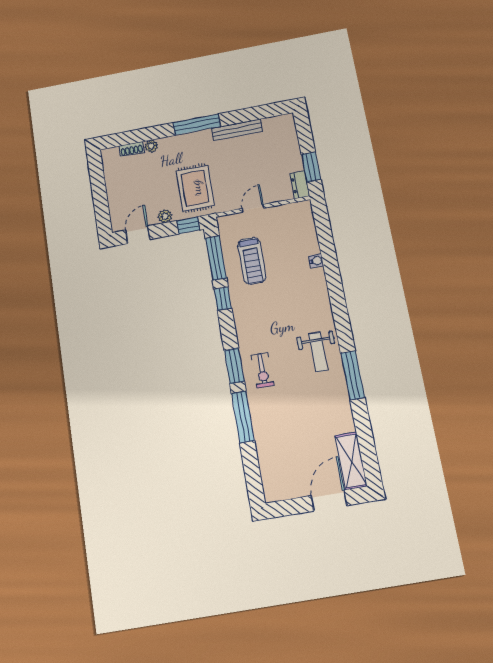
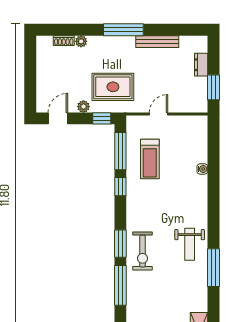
dresser: (300, 185) -> (201, 65), moved
rug: (195, 188) -> (113, 87), turned 90
exercise bike: (262, 370) -> (142, 251), width x1.38, depth x1.39

